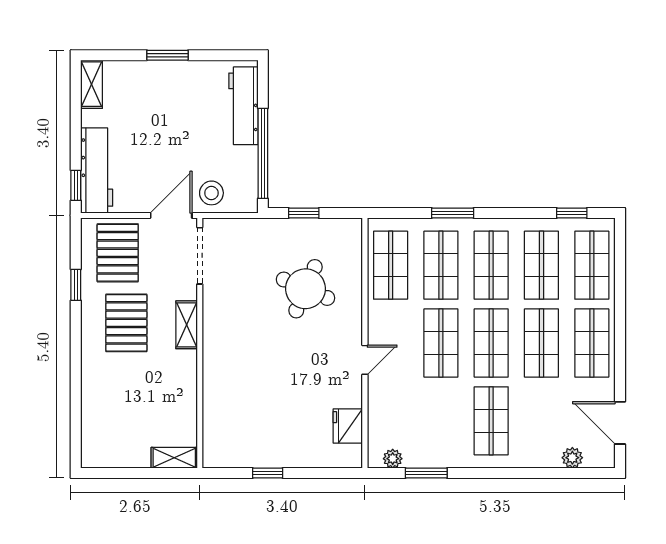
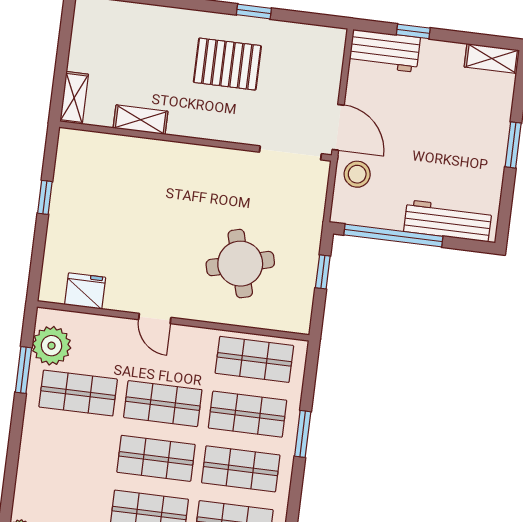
workbench: (97, 170) -> (385, 51), width x0.73
window: (76, 185) -> (413, 31), moved
pallet: (118, 253) -> (305, 64), removed
window: (76, 285) -> (254, 12), moved
round table: (305, 289) -> (240, 264), turned -38
shelving: (187, 325) -> (141, 120), moved
shop shelf: (491, 421) -> (78, 393), moved
plant: (393, 459) -> (51, 346), width x1.88, depth x1.88

